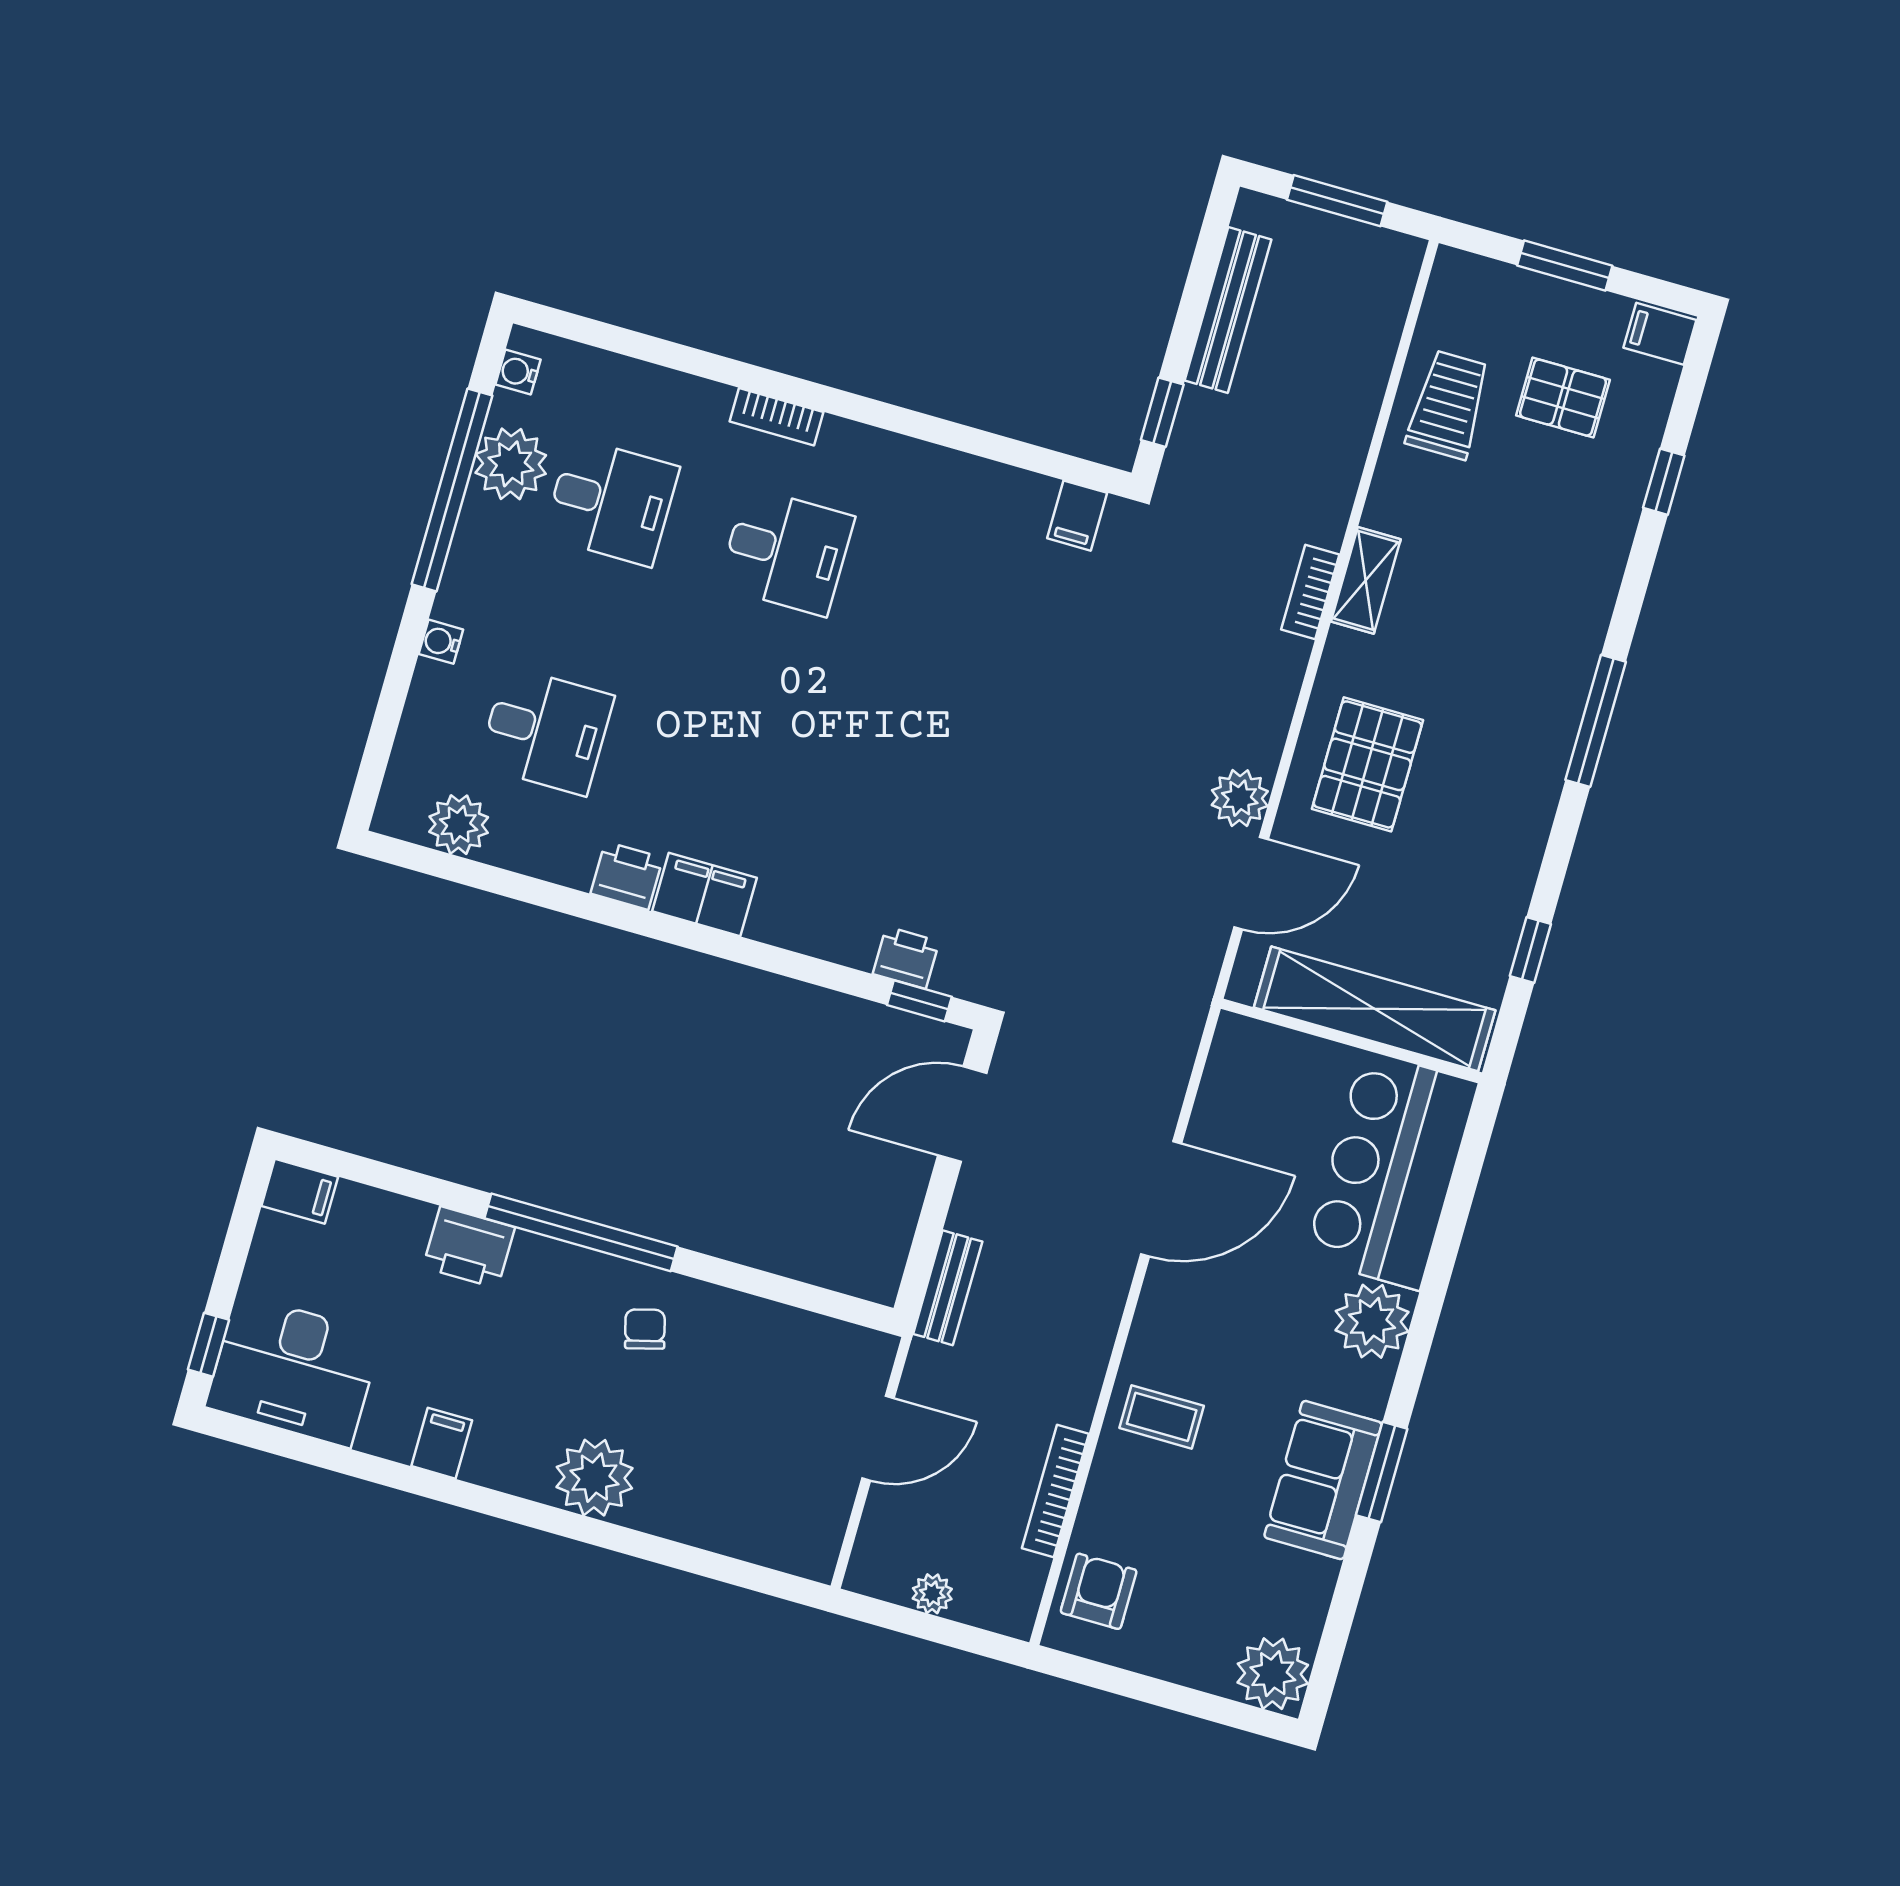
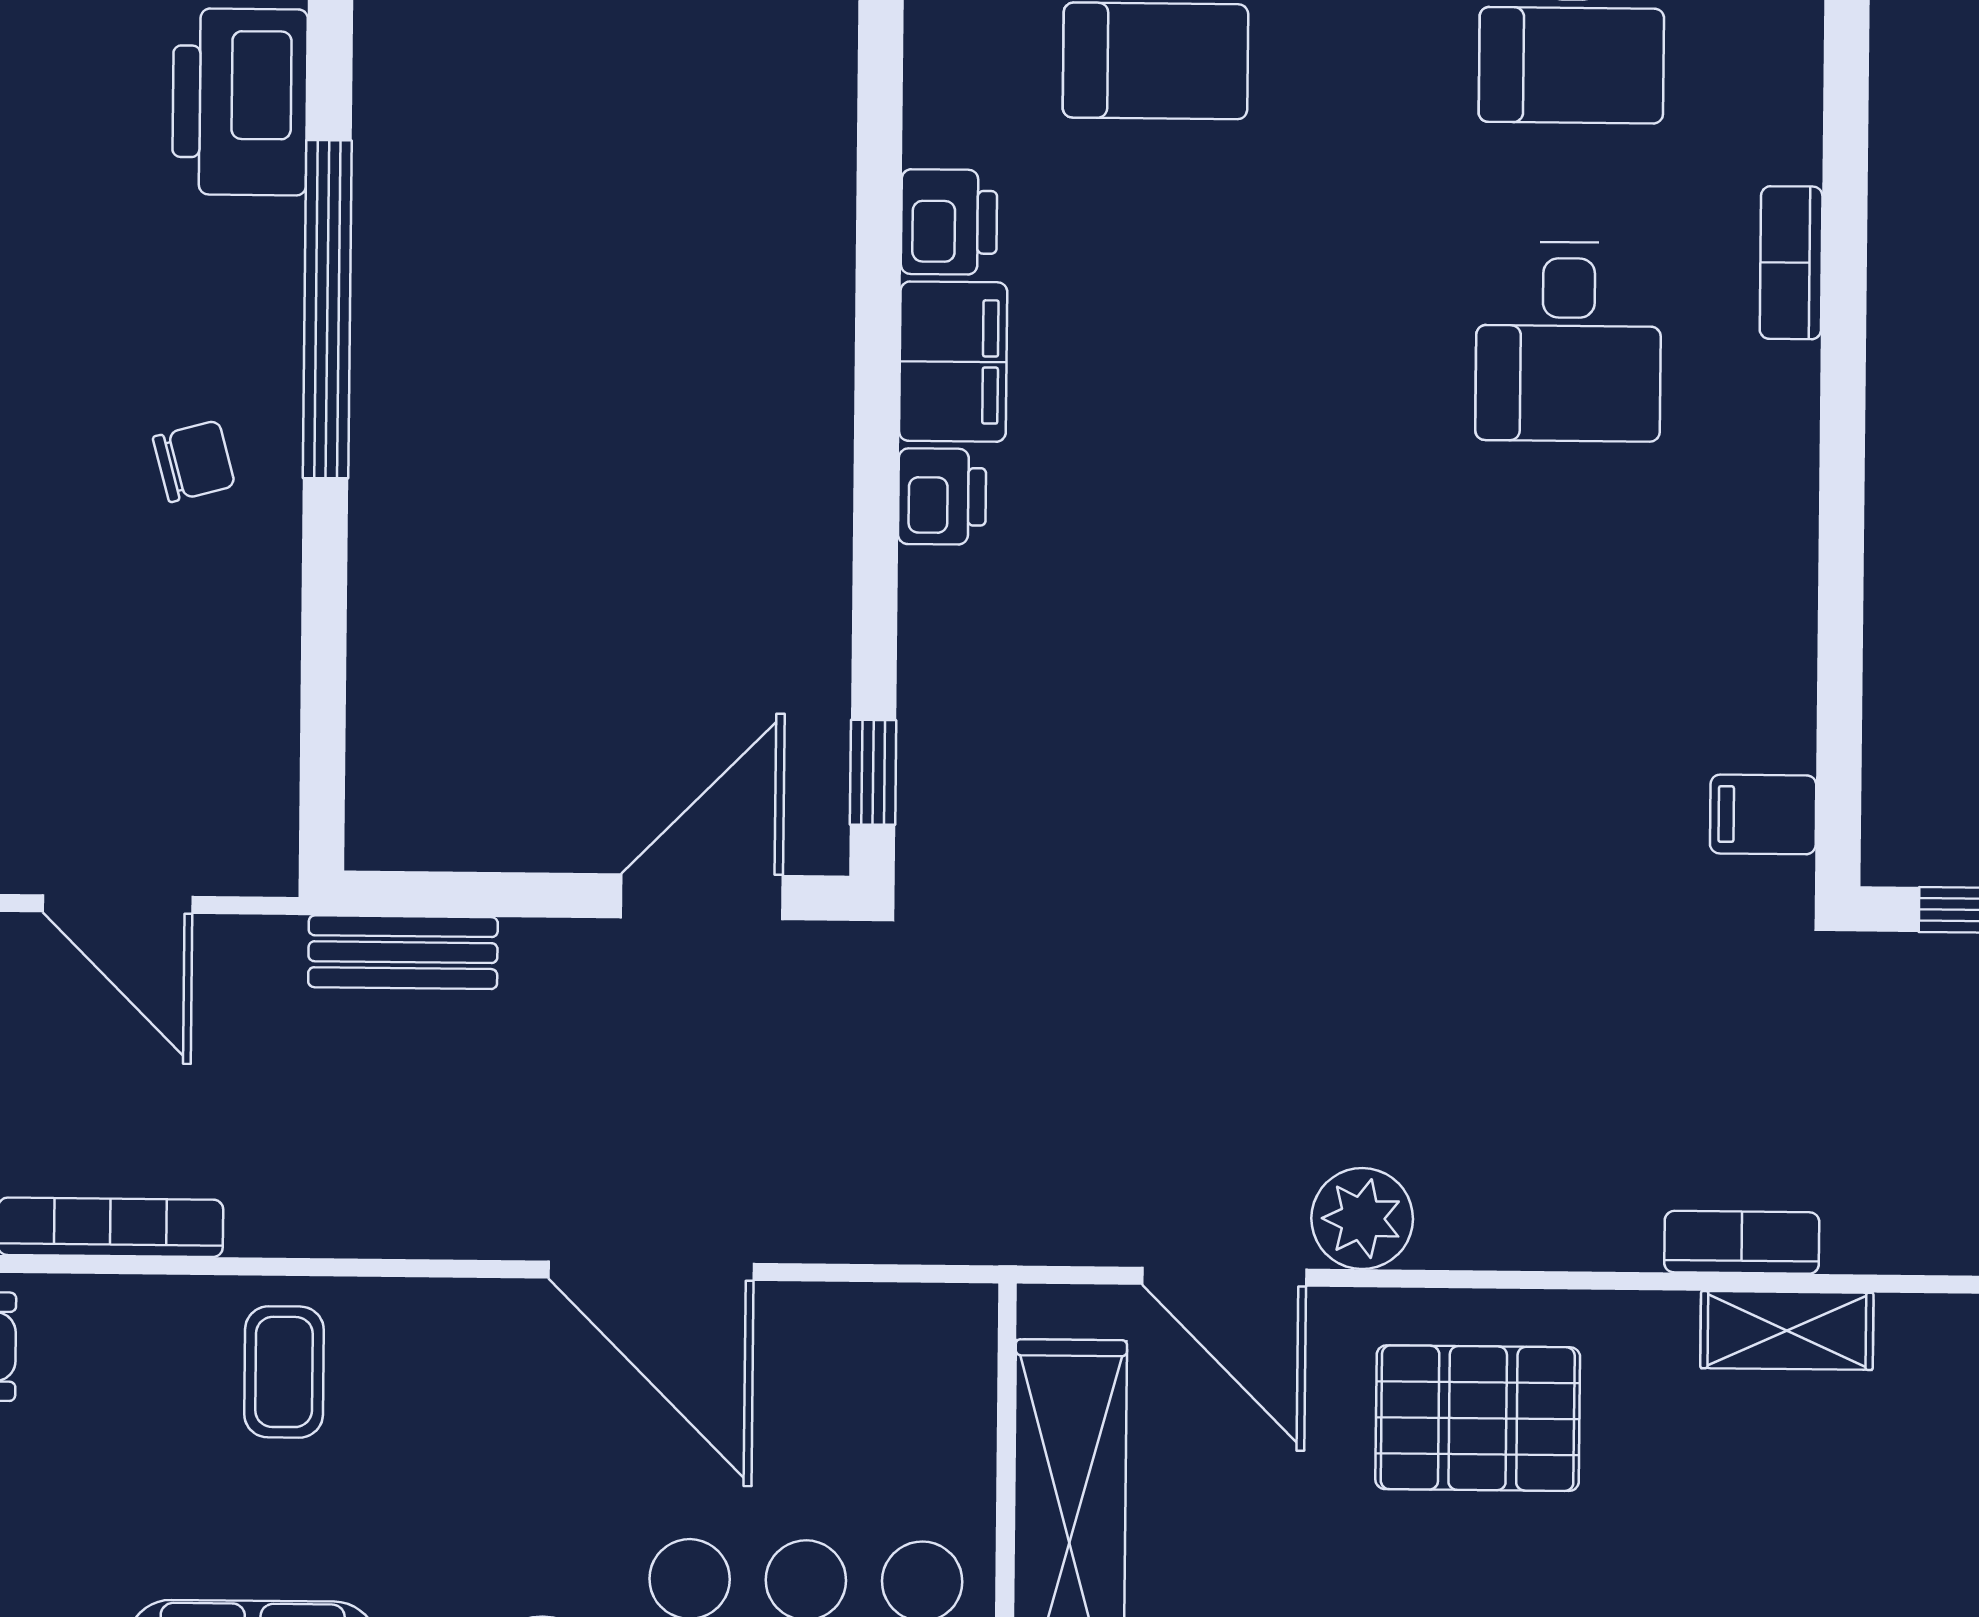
printer: (906, 958) -> (942, 497), moved
door: (962, 1114) -> (702, 897), hinge flipped
printer: (469, 1247) -> (240, 102), width x1.37, depth x1.19

